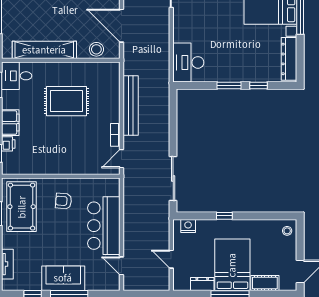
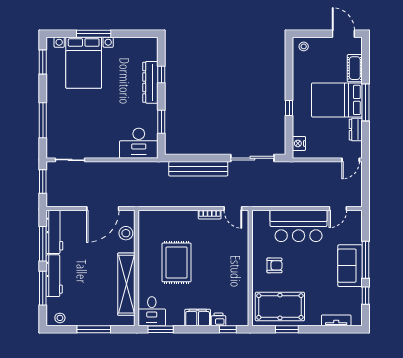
dresser: (289, 59) -> (150, 82), moved, turned 90
window: (229, 86) -> (161, 122), moved
bench: (131, 105) -> (198, 169), moved
armchair: (64, 201) -> (274, 265), turned -95
door: (171, 259) -> (351, 160), moved

